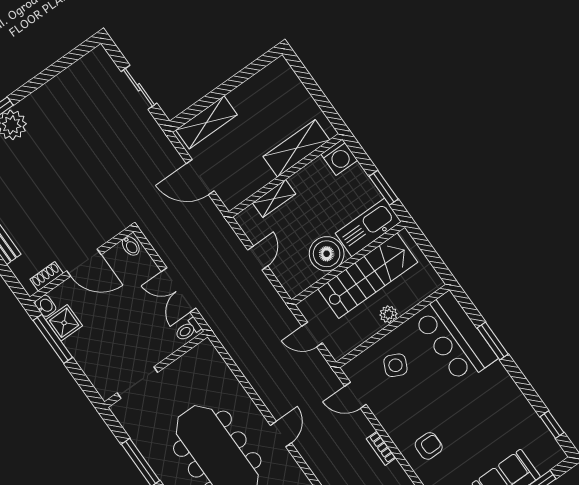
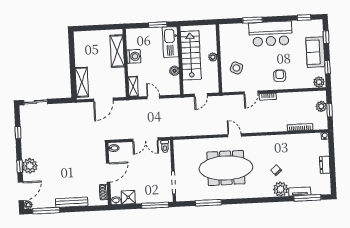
window: (55, 69) -> (18, 132), added
sliding door: (139, 87) -> (36, 102), moved
washing machine: (339, 157) -> (134, 56), moved
shelving: (274, 198) -> (133, 87), moved
boiler: (327, 254) -> (174, 71), width x0.54, depth x0.54
bar counter: (455, 338) -> (271, 34), moved
window: (53, 339) -> (155, 205), moved
door: (355, 395) -> (251, 93), moved

